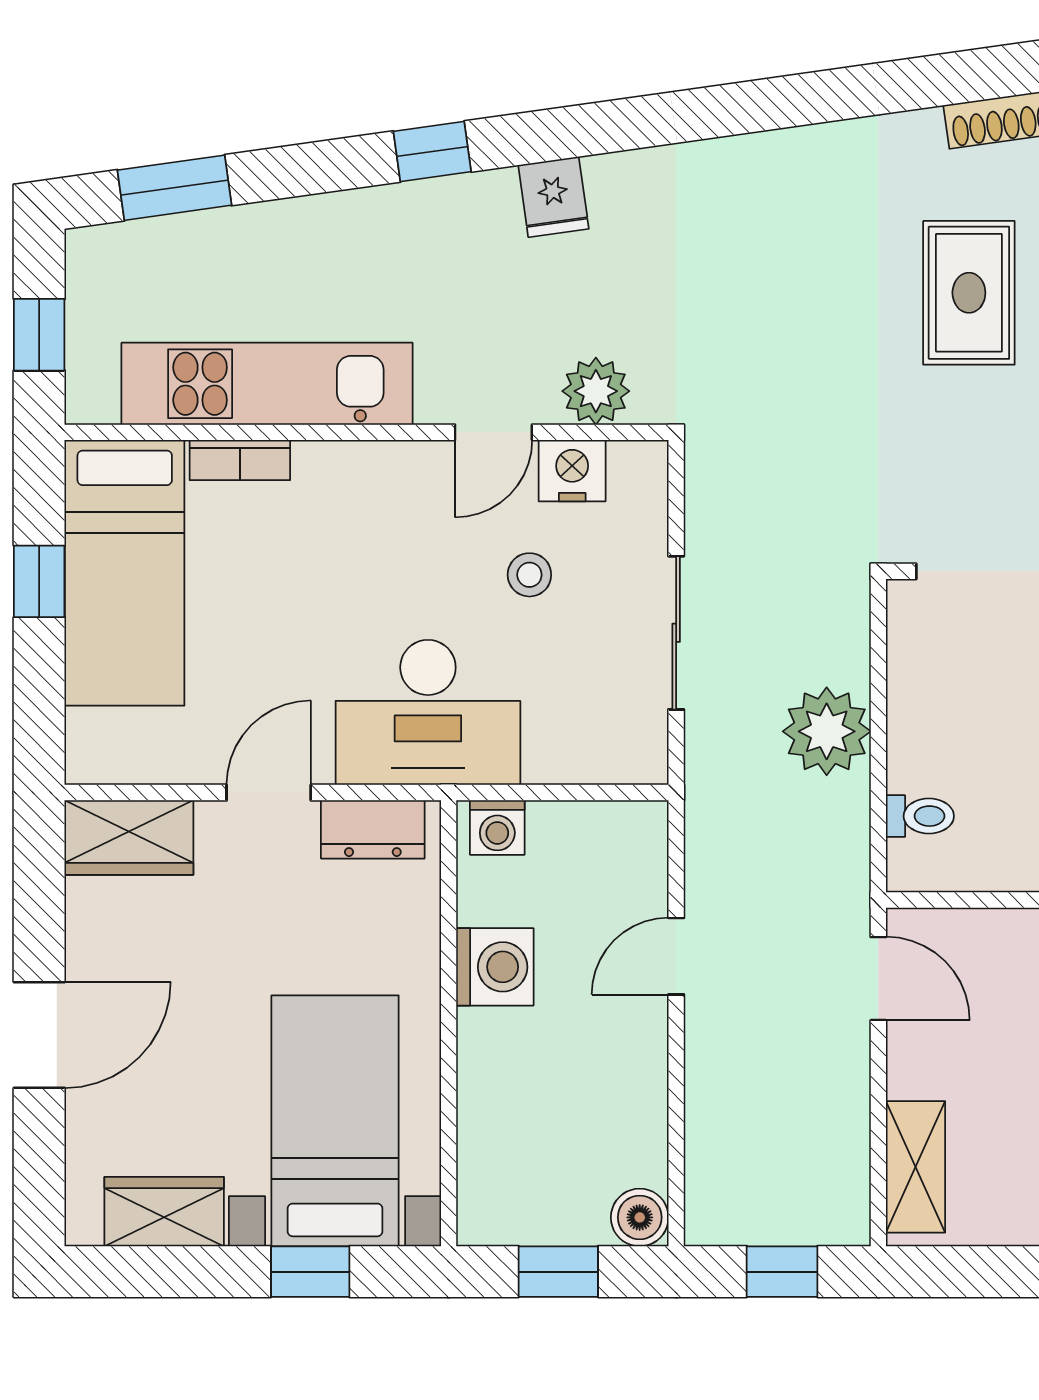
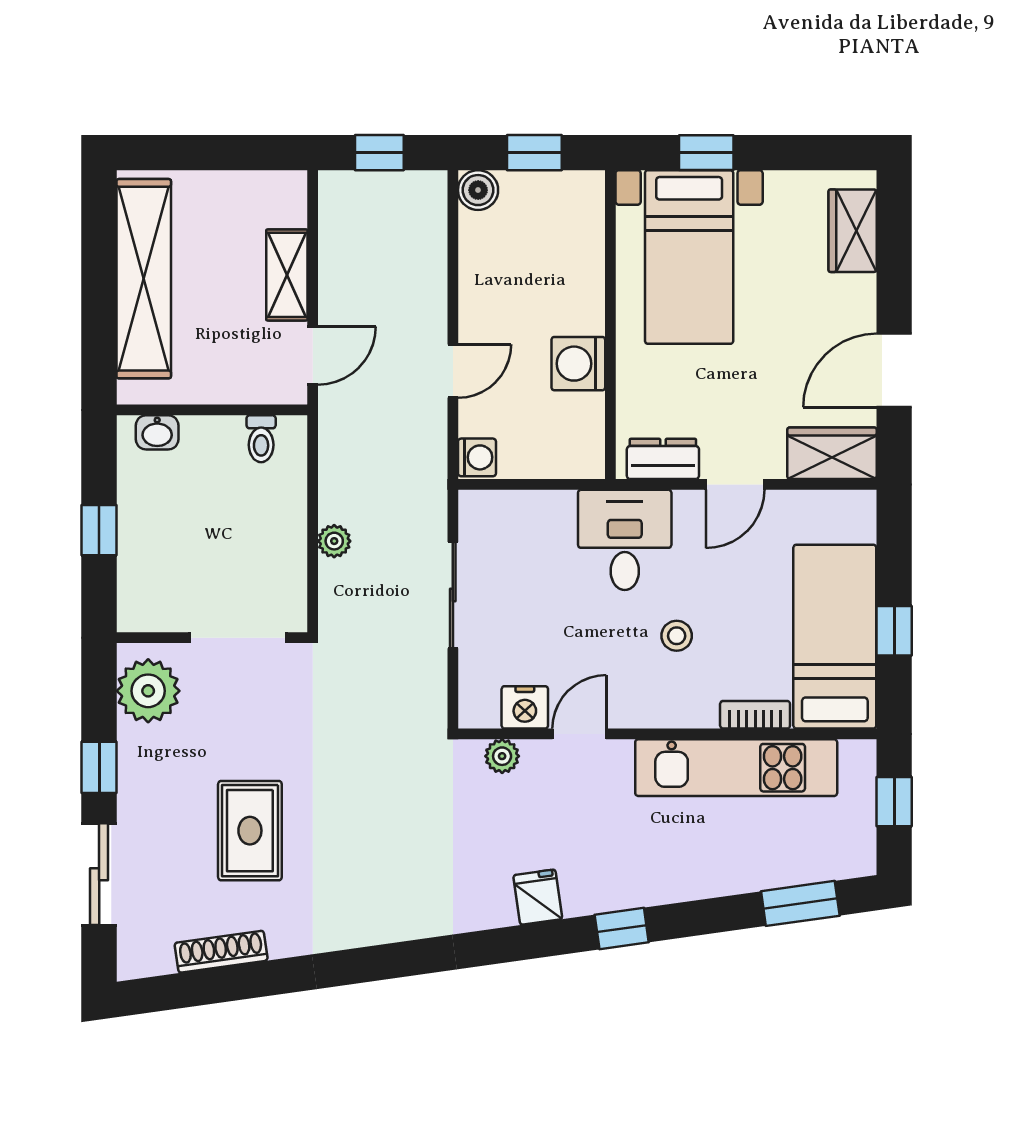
plant: (596, 391) -> (502, 756), width x0.73, depth x0.73
stool: (529, 575) -> (677, 636), moved
desk: (428, 712) -> (625, 540), width x0.73
plant: (827, 731) -> (334, 541), width x0.53, depth x0.53
toilet: (920, 816) -> (261, 439), moved, turned -90
washing machine: (497, 827) -> (477, 457), moved, turned 90
door: (878, 979) -> (313, 356), swing flipped
door: (39, 1035) -> (894, 370), moved
shelving: (916, 1167) -> (287, 275), moved
wardrobe: (164, 1212) -> (853, 231), moved, turned 90

